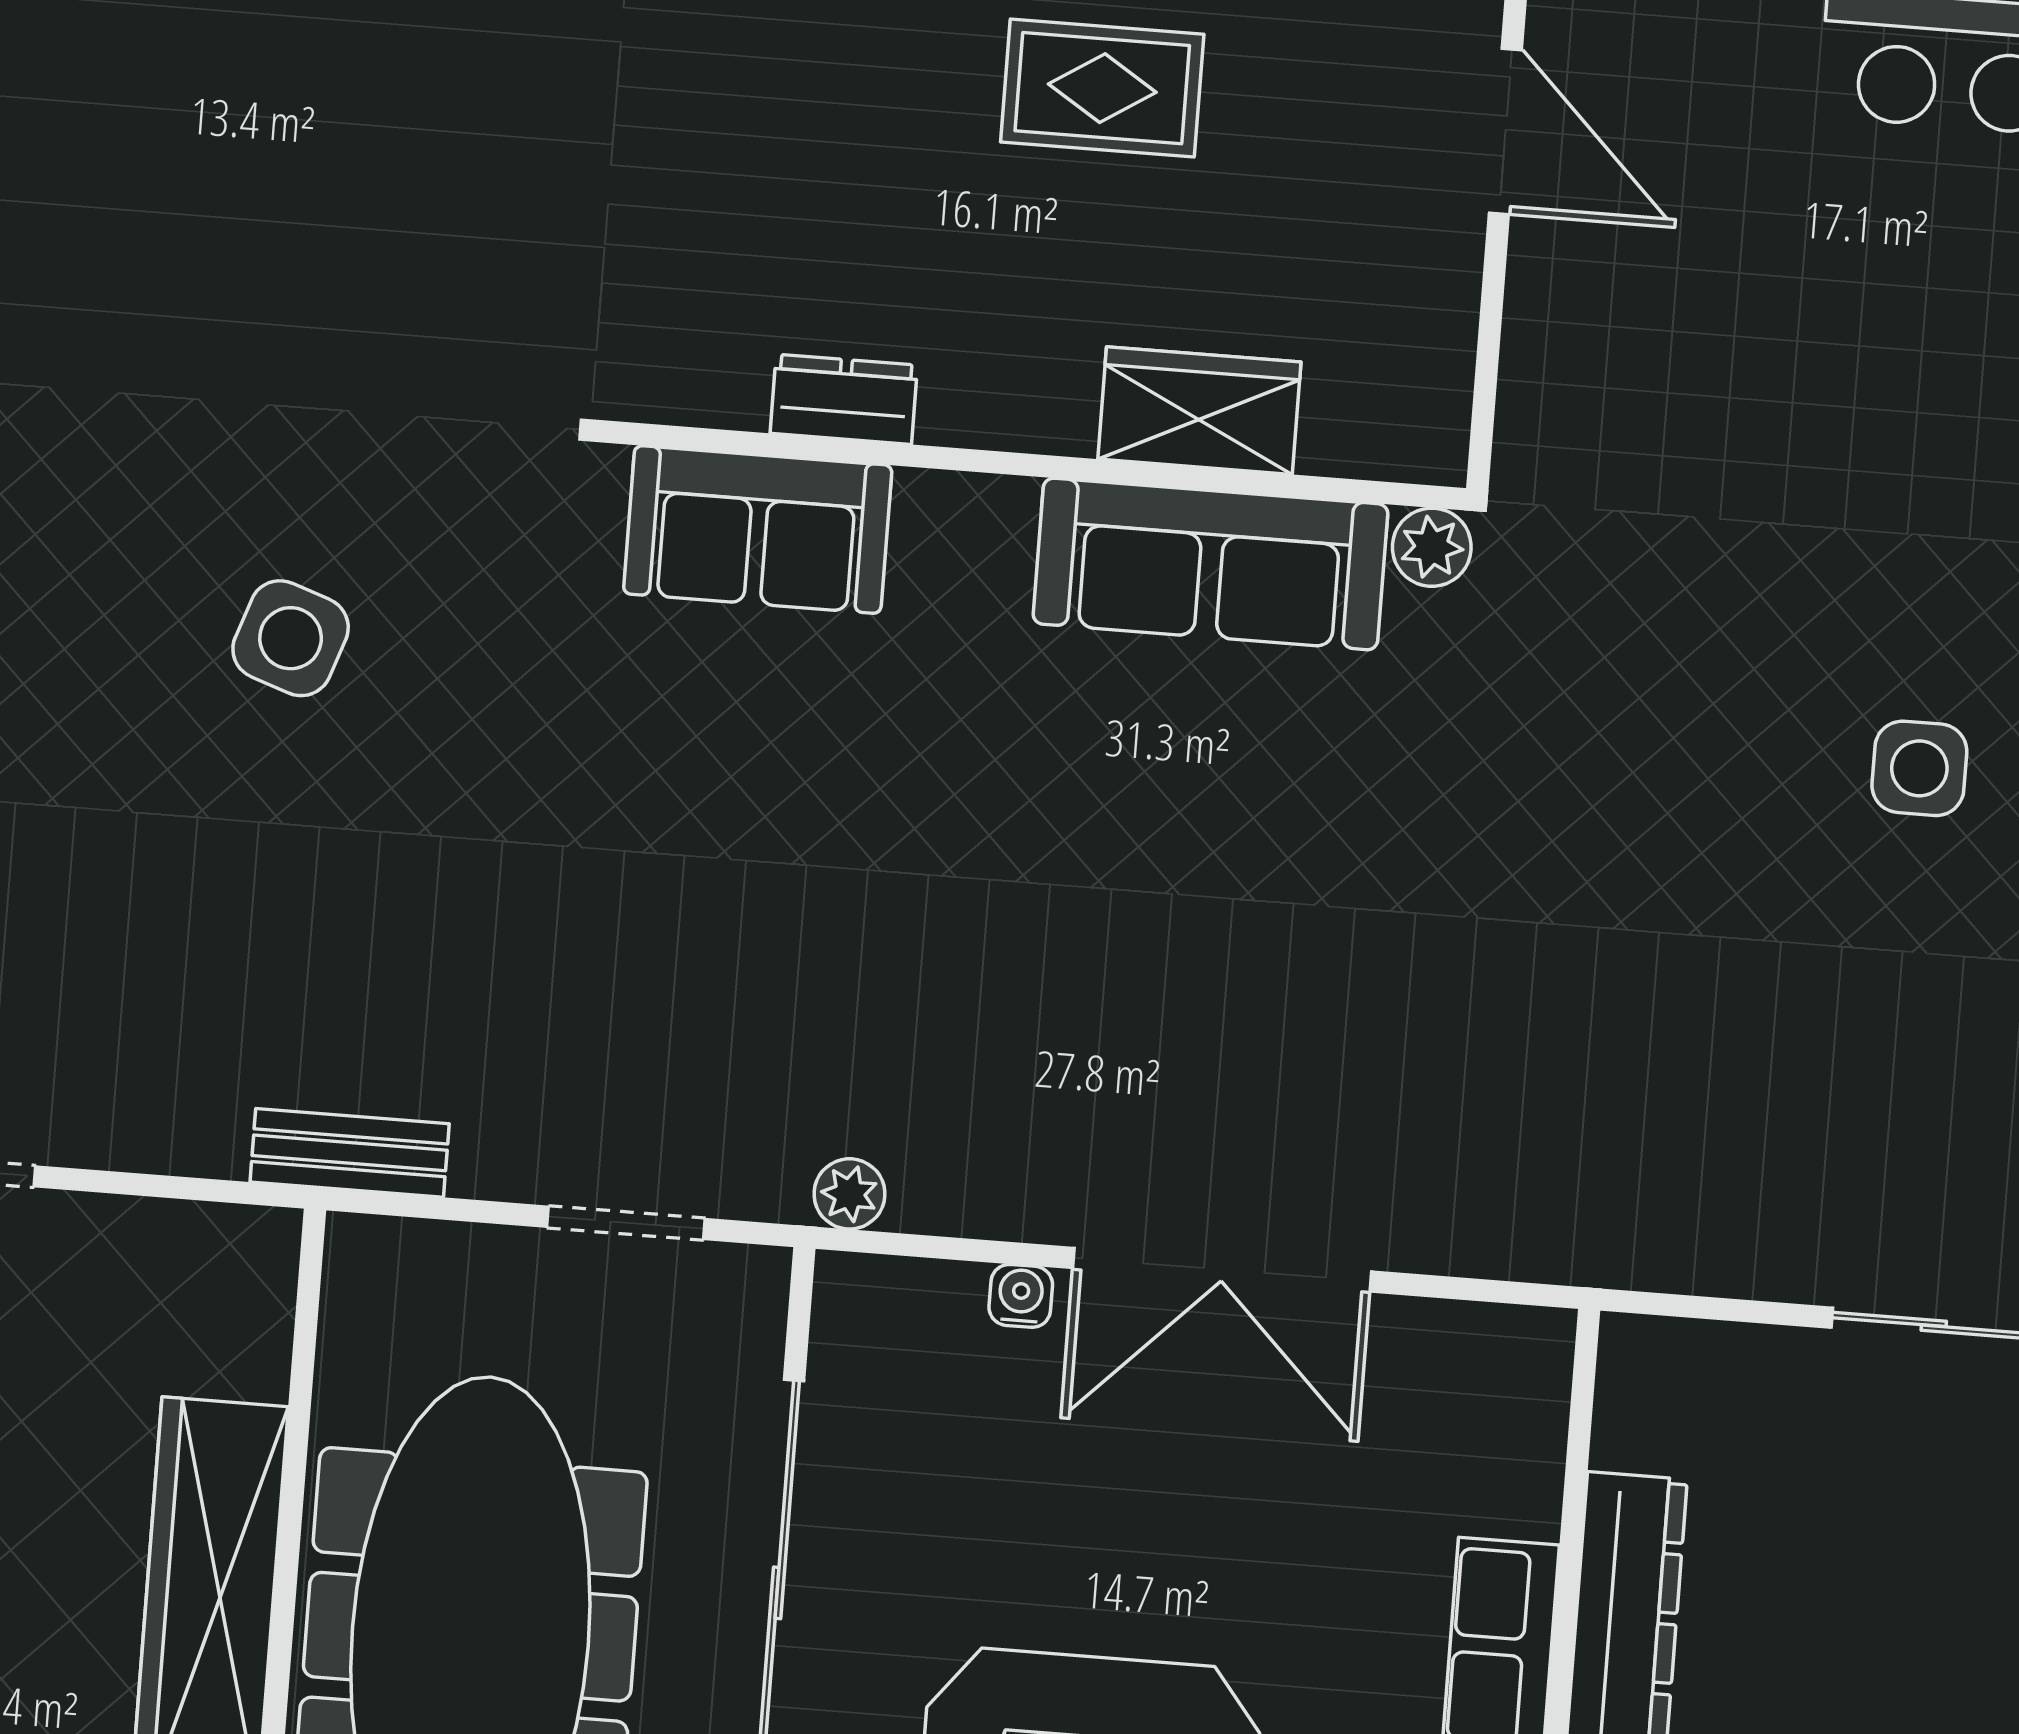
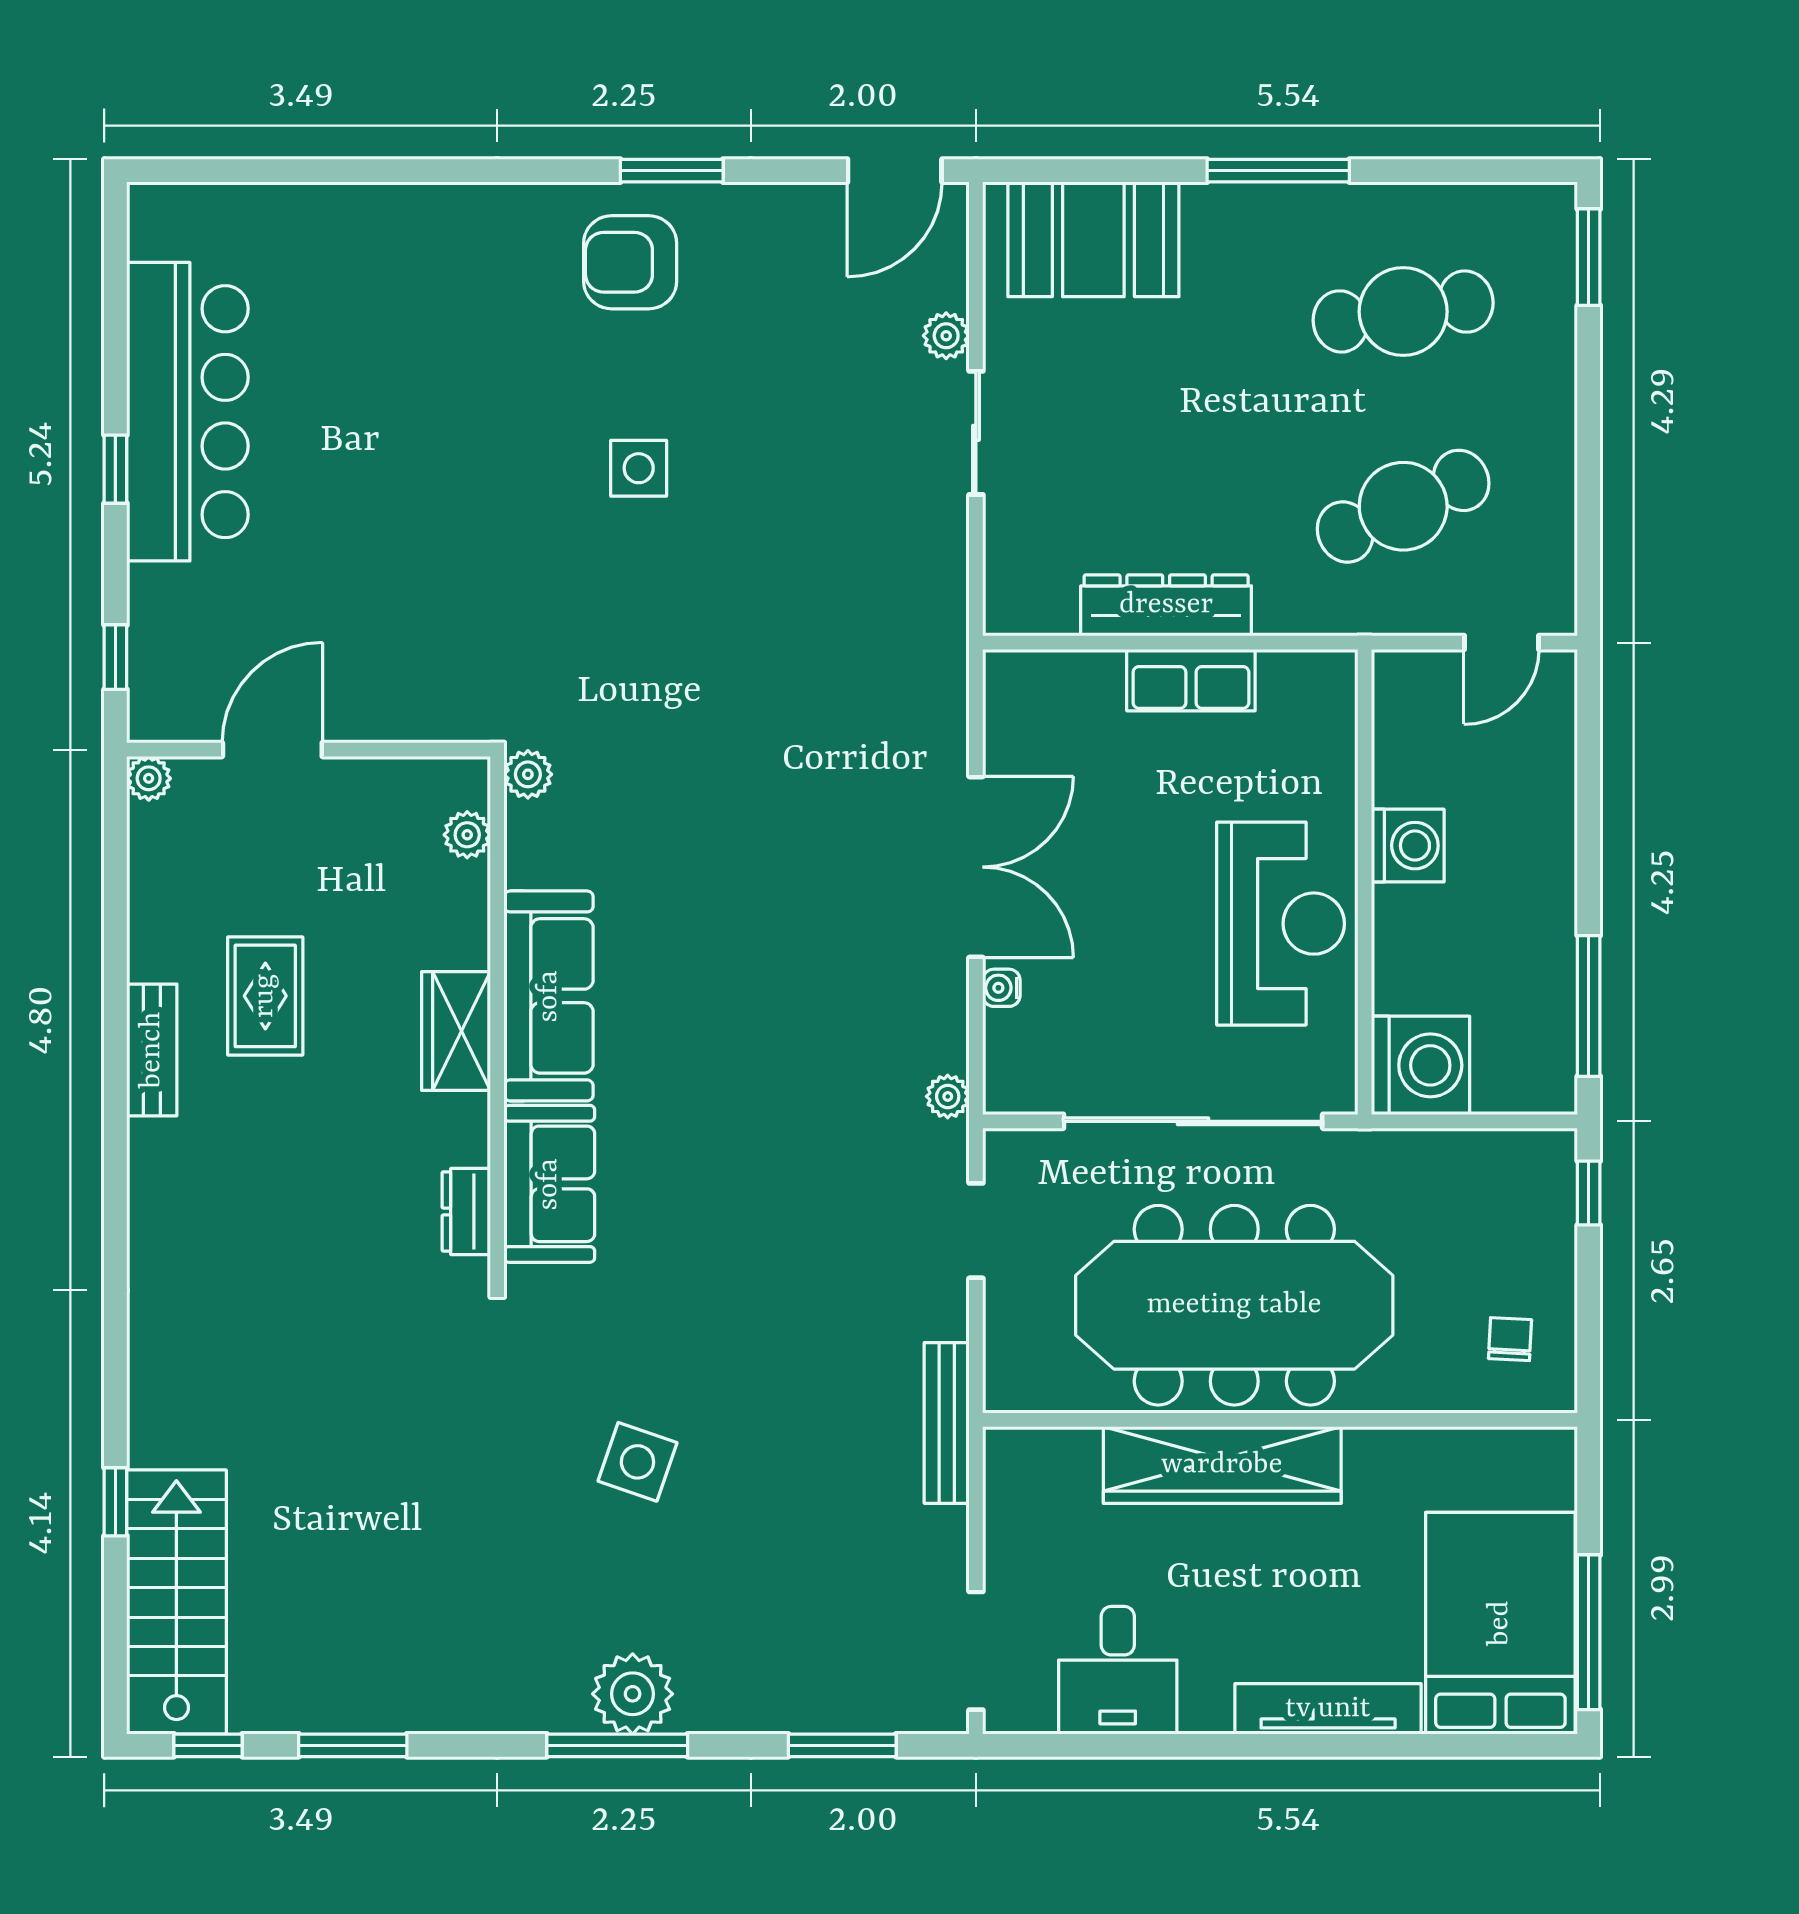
dresser: (844, 399) -> (466, 1211), moved
wardrobe: (1199, 411) -> (456, 1031), moved
plant: (1341, 440) -> (467, 835), added
sofa: (1210, 564) -> (549, 996), moved
bench: (350, 1153) -> (947, 1423), width x1.36

